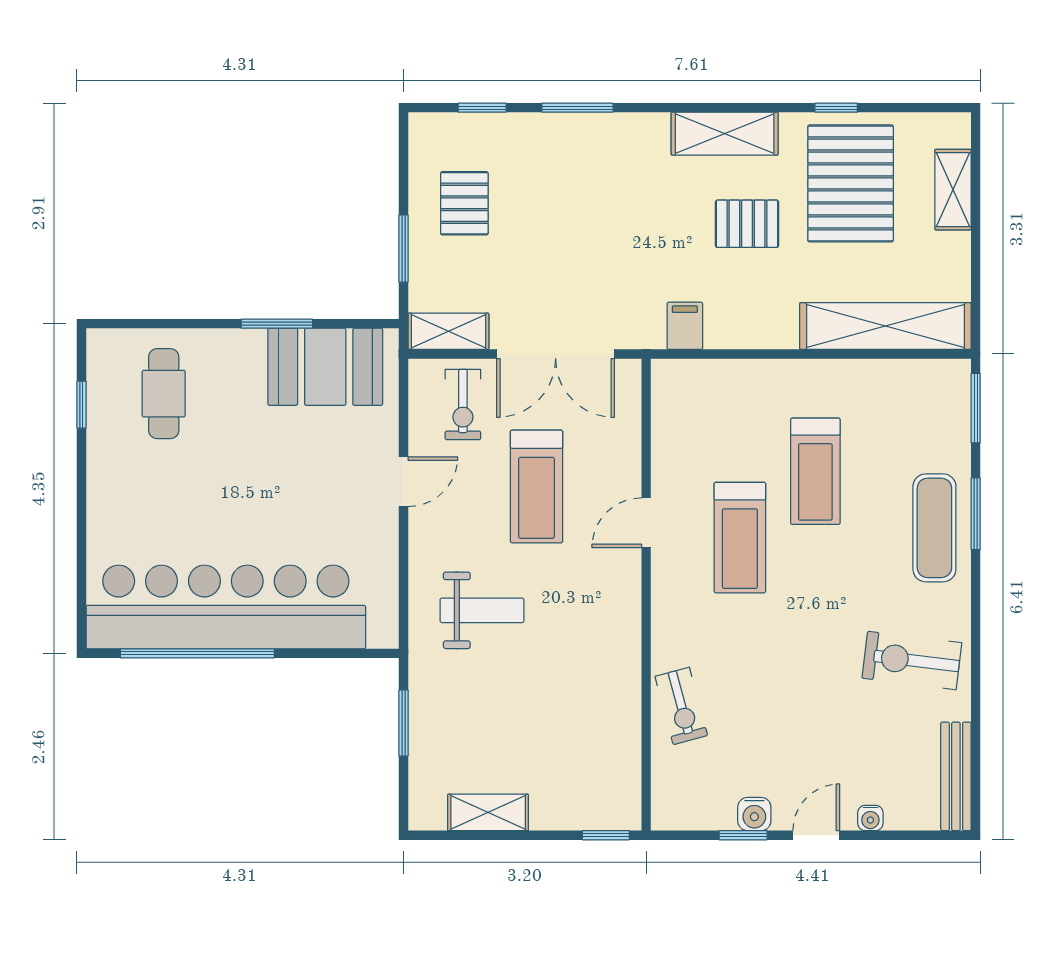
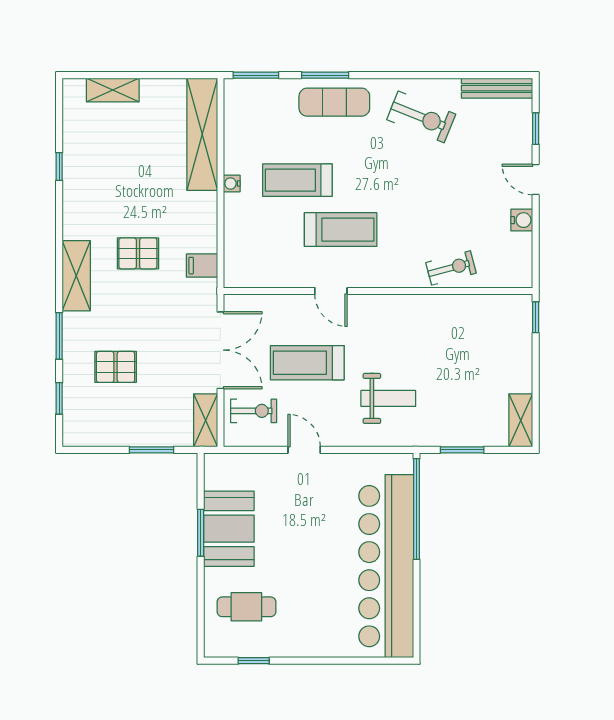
shelving: (725, 134) -> (76, 276), moved
pallet: (851, 183) -> (109, 157), removed
pallet: (464, 203) -> (116, 367), moved
pallet: (747, 224) -> (138, 253), moved, turned 90
booth: (325, 367) -> (229, 529), moved
treadmill: (815, 471) -> (297, 180), turned 180
treadmill: (537, 487) -> (307, 363), turned 180
weight bench: (482, 610) -> (388, 398), turned 90
window: (197, 653) -> (417, 509), moved
exercise bike: (912, 660) -> (421, 117), turned -75
shelving: (488, 812) -> (521, 420), moved
water cooler: (870, 818) -> (232, 183), moved, turned 180
window: (743, 835) -> (536, 129), moved

